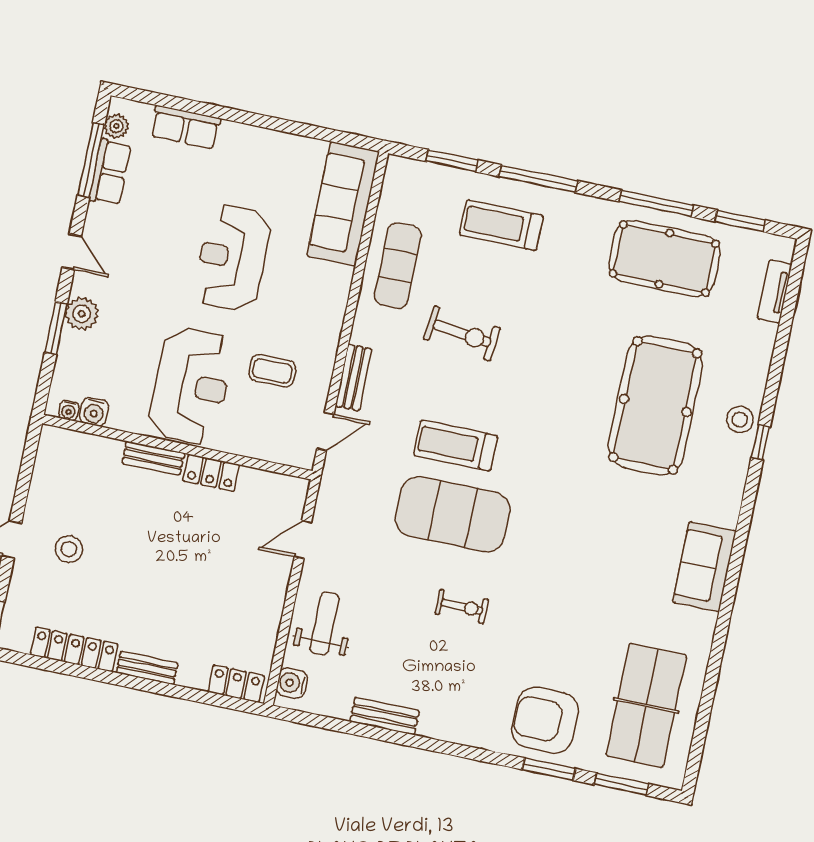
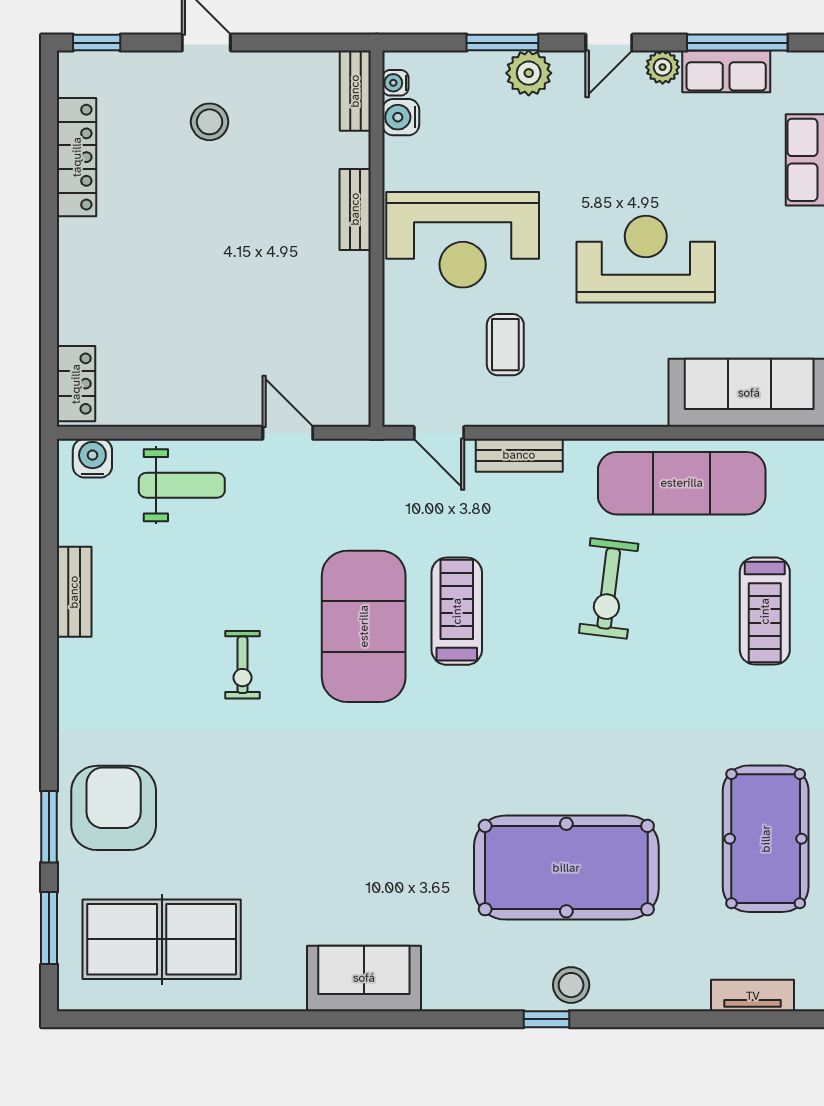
plant: (116, 126) -> (663, 67), moved
treadmill: (501, 225) -> (765, 611), turned 180
exercise mat: (398, 266) -> (682, 483), width x1.36, depth x1.45
locker: (211, 473) -> (352, 291), removed
bench: (147, 668) -> (355, 91), moved

